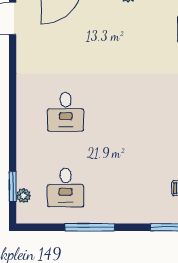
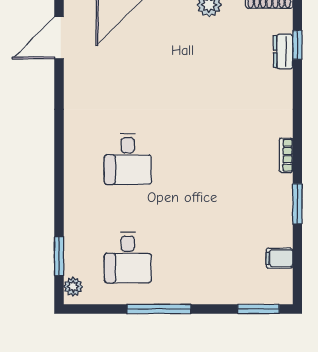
plant: (23, 196) -> (73, 287), moved

